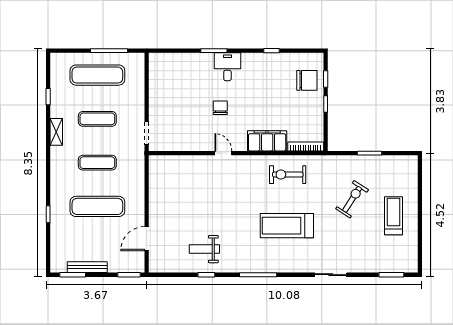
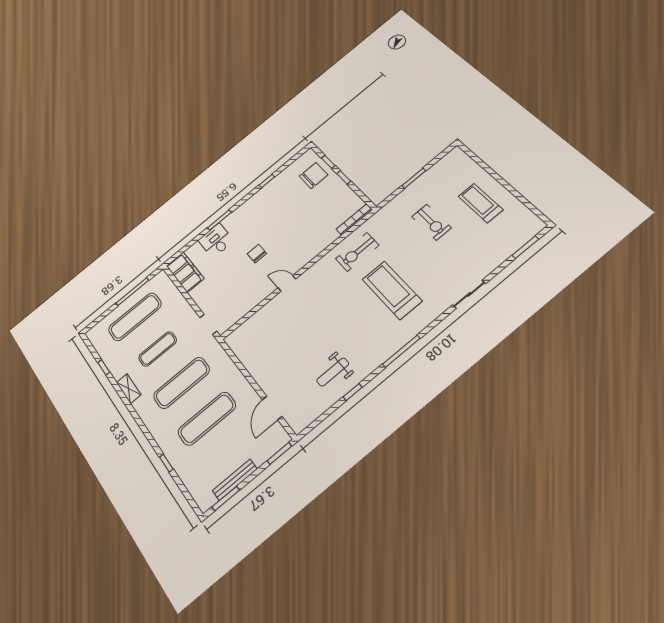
desk: (227, 67) -> (216, 241), moved
filing cabinet: (267, 141) -> (185, 272), moved, turned 90
exercise mat: (97, 163) -> (182, 383), width x1.36, depth x1.45
exercise bike: (352, 199) -> (431, 222), turned 147
treadmill: (287, 226) -> (392, 290), turned 90

